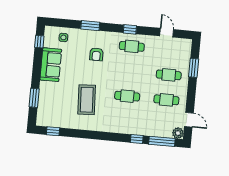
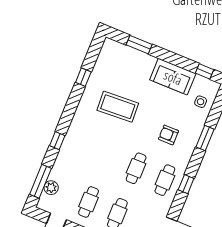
cafe table: (127, 96) -> (136, 168), moved
window: (53, 131) -> (83, 77), moved
plant: (178, 133) -> (51, 188), moved
window: (137, 139) -> (57, 141), moved

